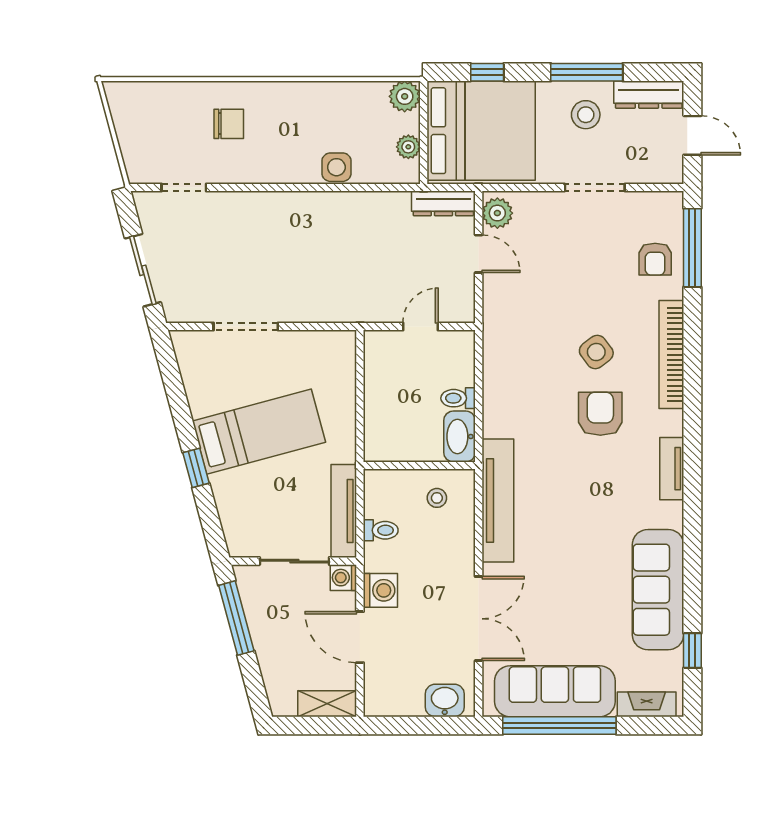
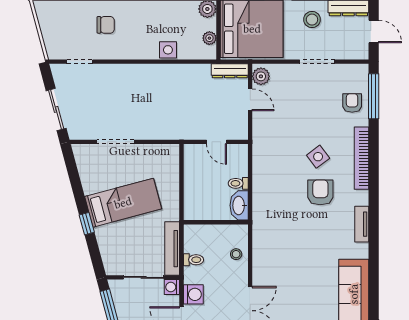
armchair: (655, 259) -> (352, 103), turned 180
door: (420, 327) -> (216, 142), swing flipped
stool: (437, 498) -> (236, 254), moved
tv unit: (498, 500) -> (261, 242), removed

